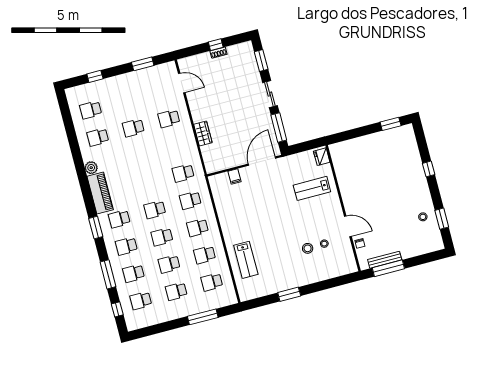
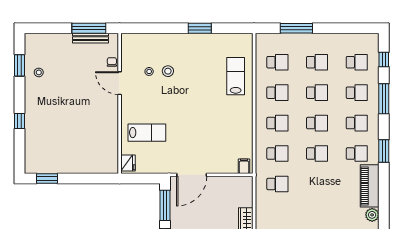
filing cabinet: (235, 177) -> (244, 166), moved

